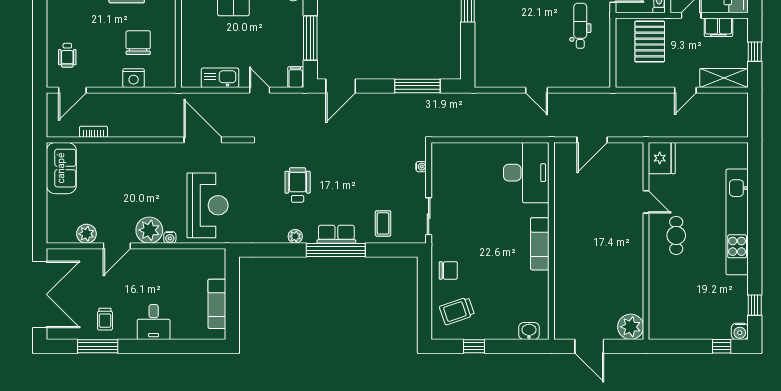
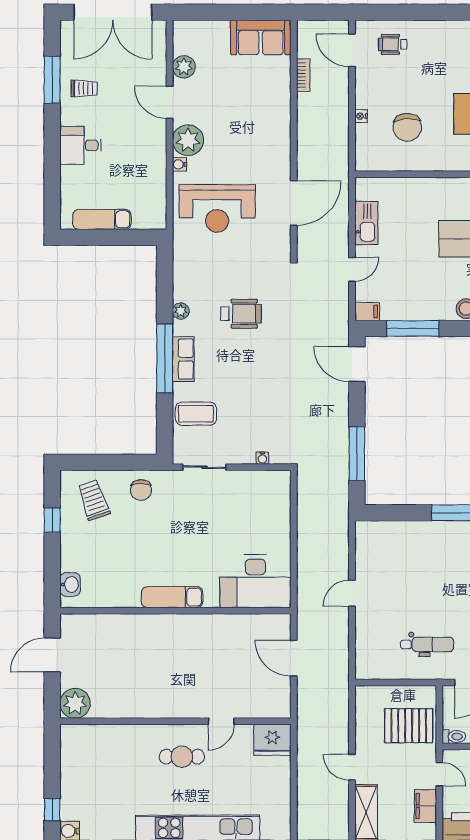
chair: (138, 43) -> (407, 127), turned 88
nightstand: (134, 78) -> (361, 116), width x0.53, depth x0.56
coffee table: (383, 223) -> (196, 414), width x1.36, depth x1.30
trolley: (105, 319) -> (84, 88), turned 180

